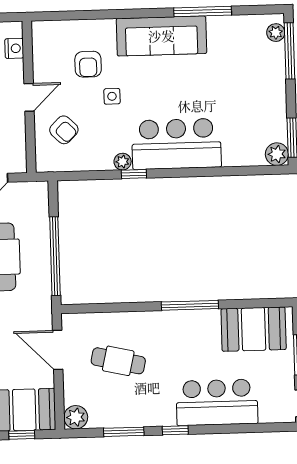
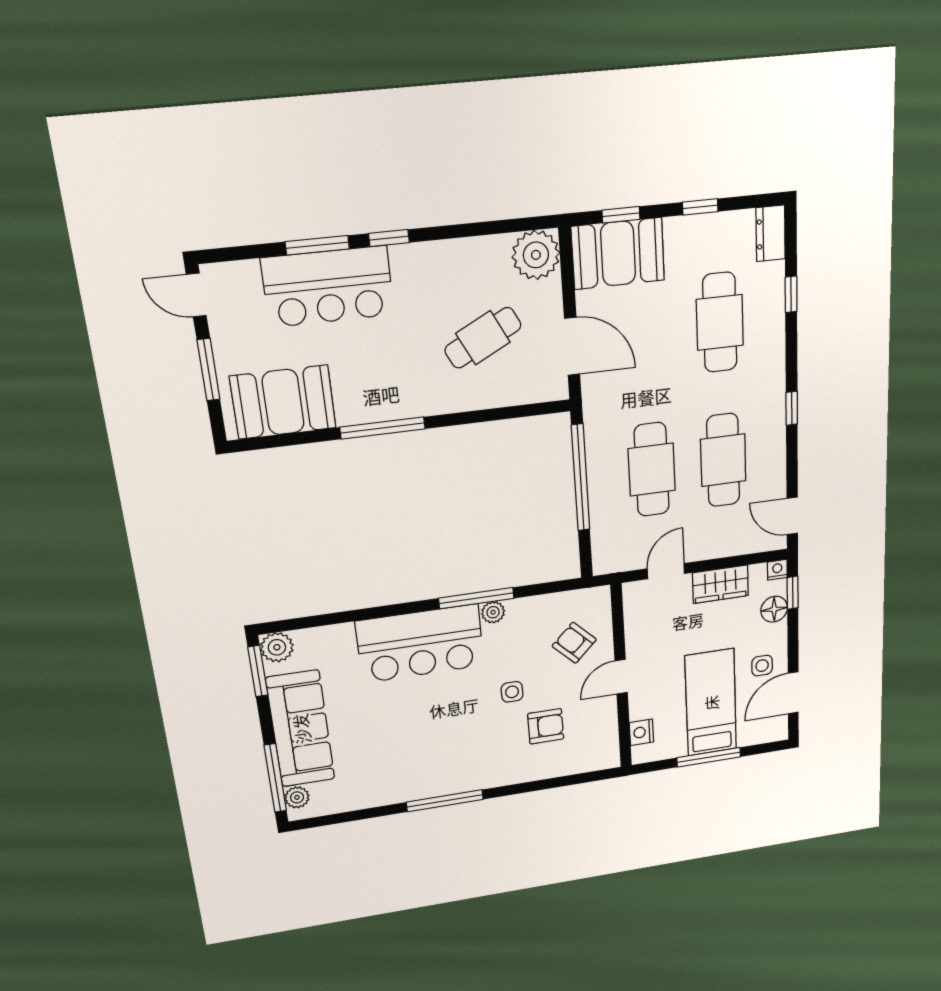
window: (203, 12) -> (445, 801), moved
sofa: (161, 36) -> (301, 729), moved, turned 90
armchair: (88, 64) -> (546, 726), turned 90
window: (134, 174) -> (476, 598), width x2.17
cafe table: (118, 361) -> (483, 338), turned -40
plant: (76, 417) -> (536, 255), width x1.36, depth x1.36
window: (124, 432) -> (317, 245), moved

